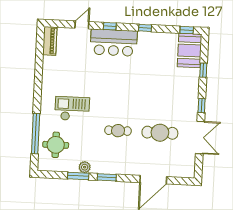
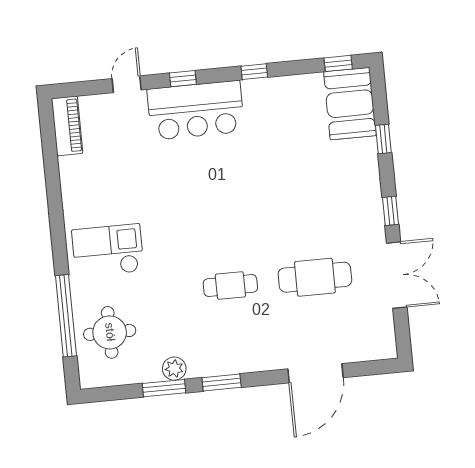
checkout: (72, 109) -> (108, 250), moved

